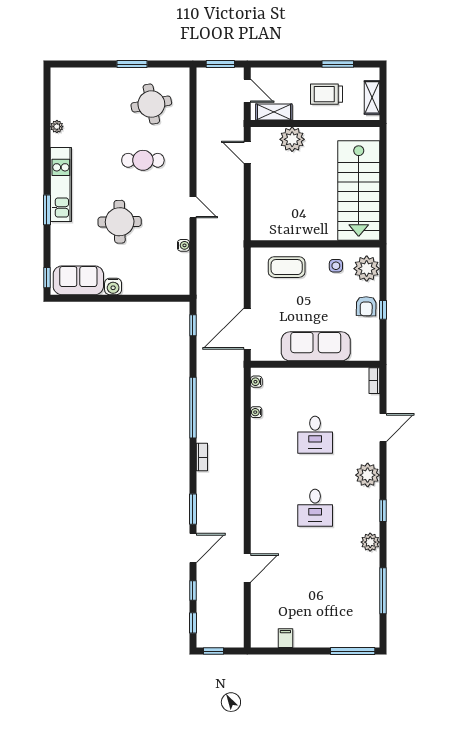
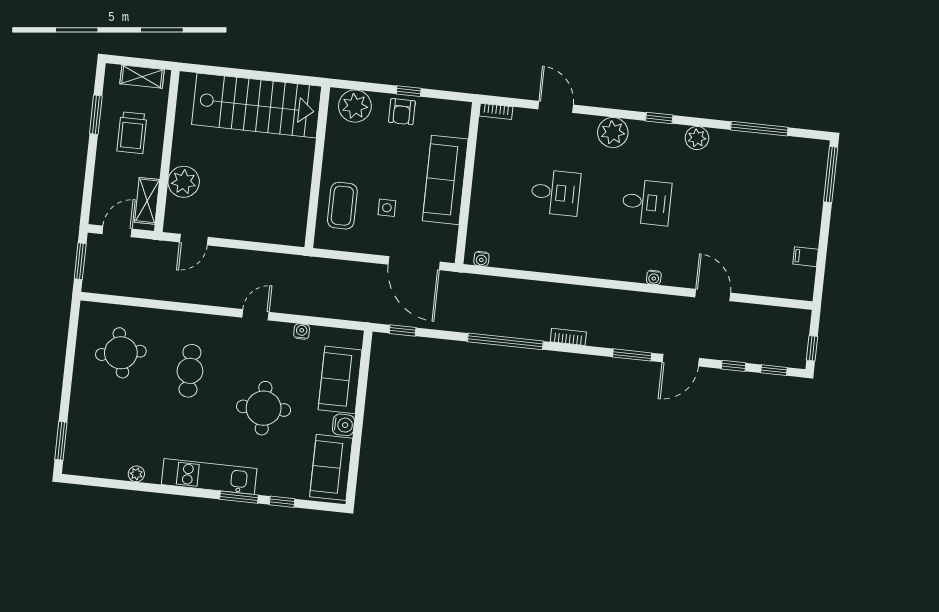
window: (132, 64) -> (61, 441), moved
side table: (336, 266) -> (387, 208), moved
window: (47, 278) -> (282, 502), moved
sofa: (148, 280) -> (340, 380), added
armchair: (366, 306) -> (402, 112), turned 89
water cooler: (256, 412) -> (654, 277), moved
door: (193, 548) -> (681, 360), swing flipped

